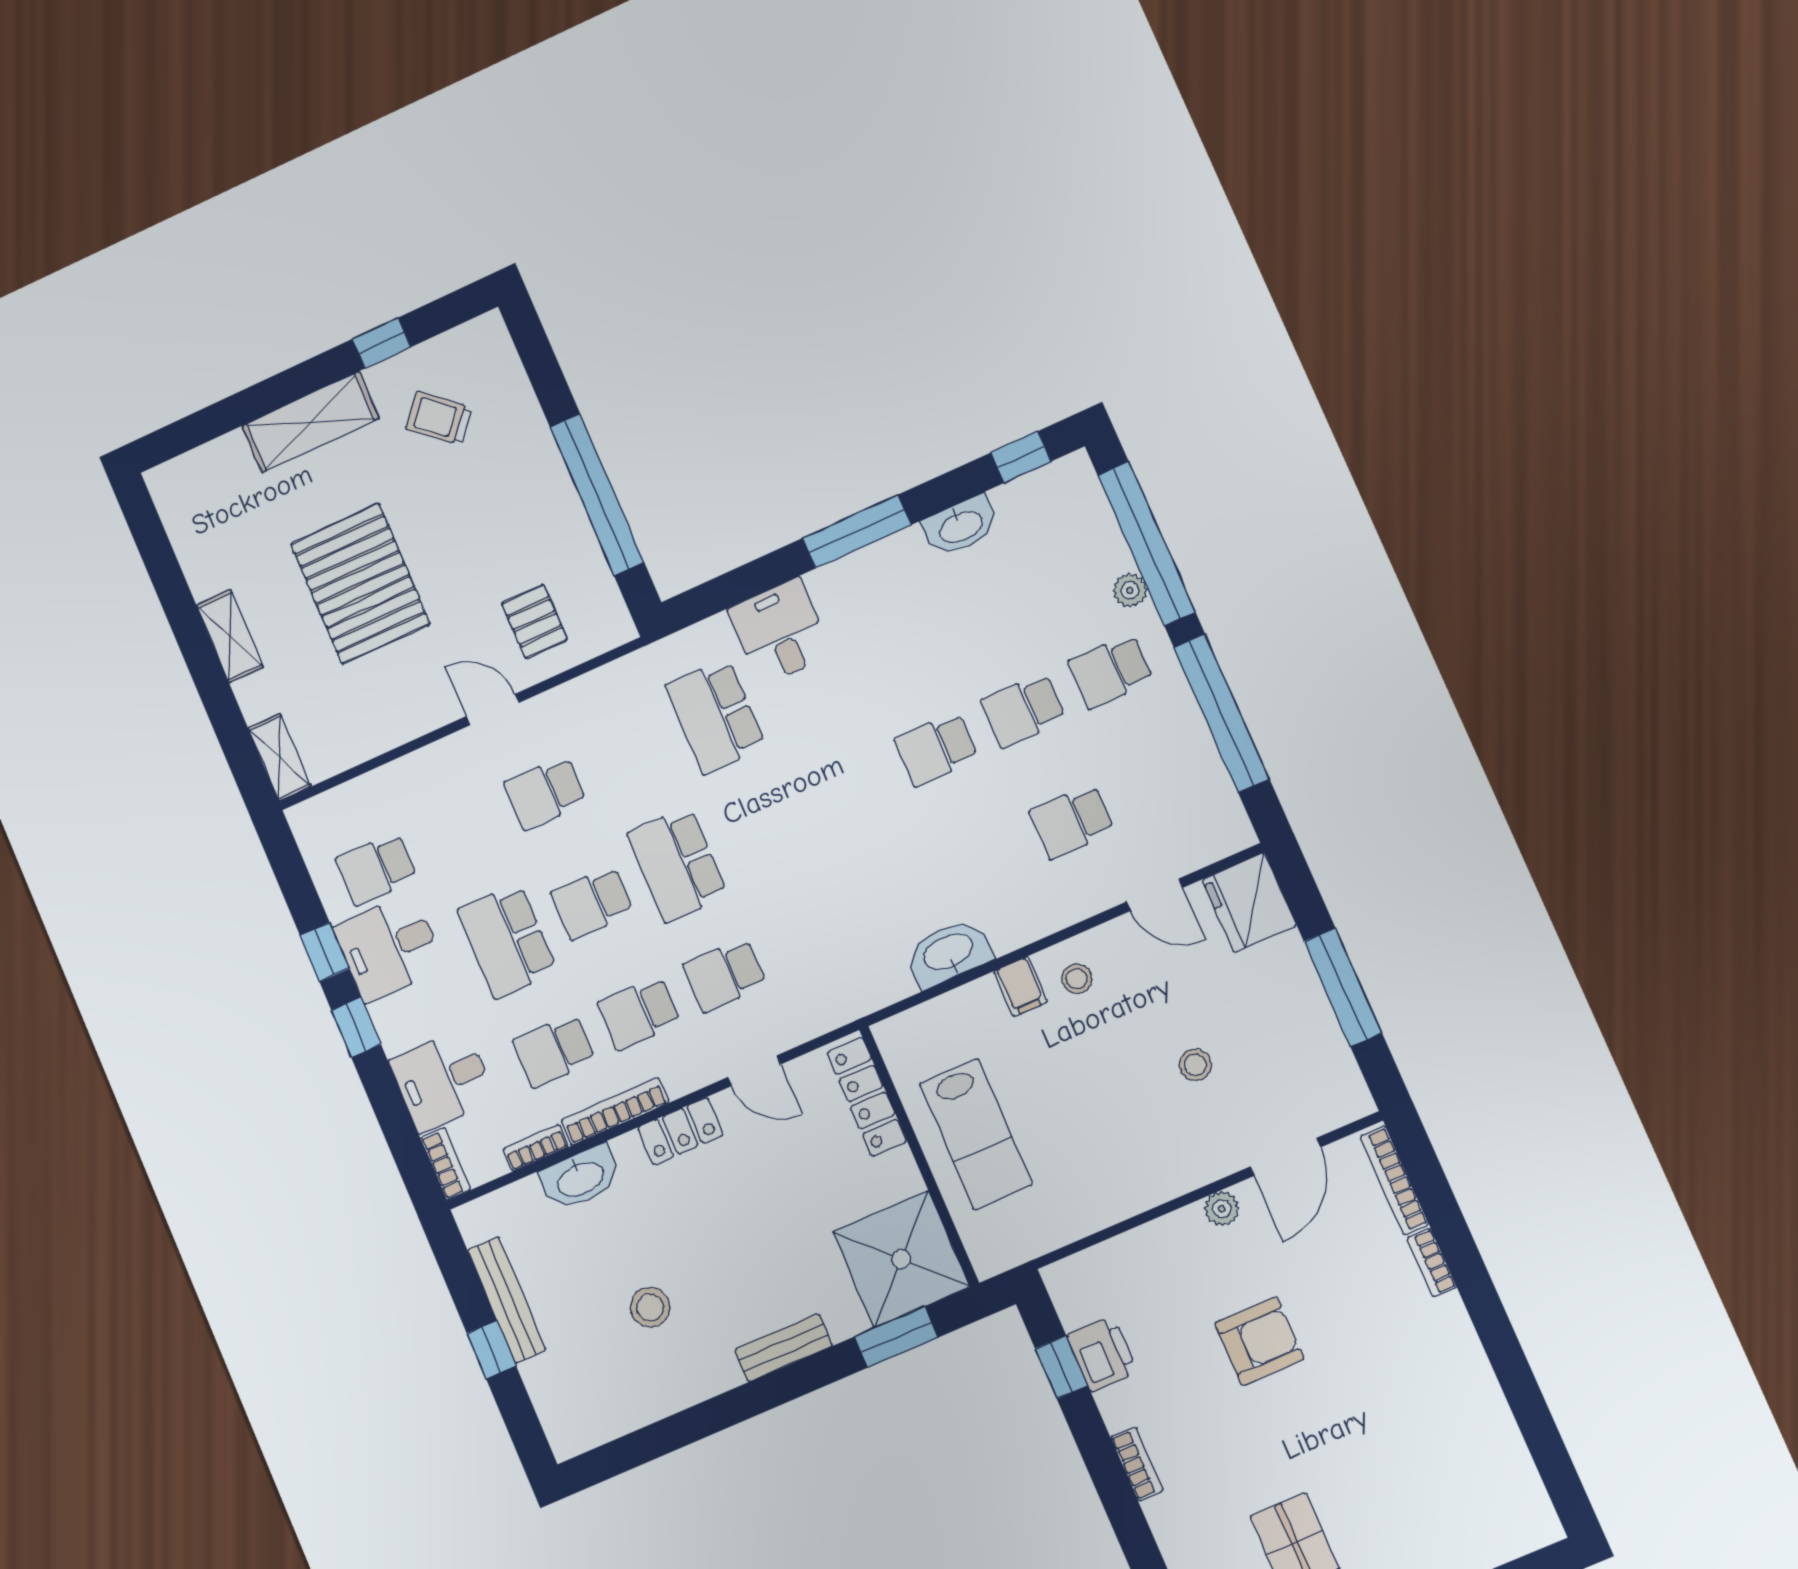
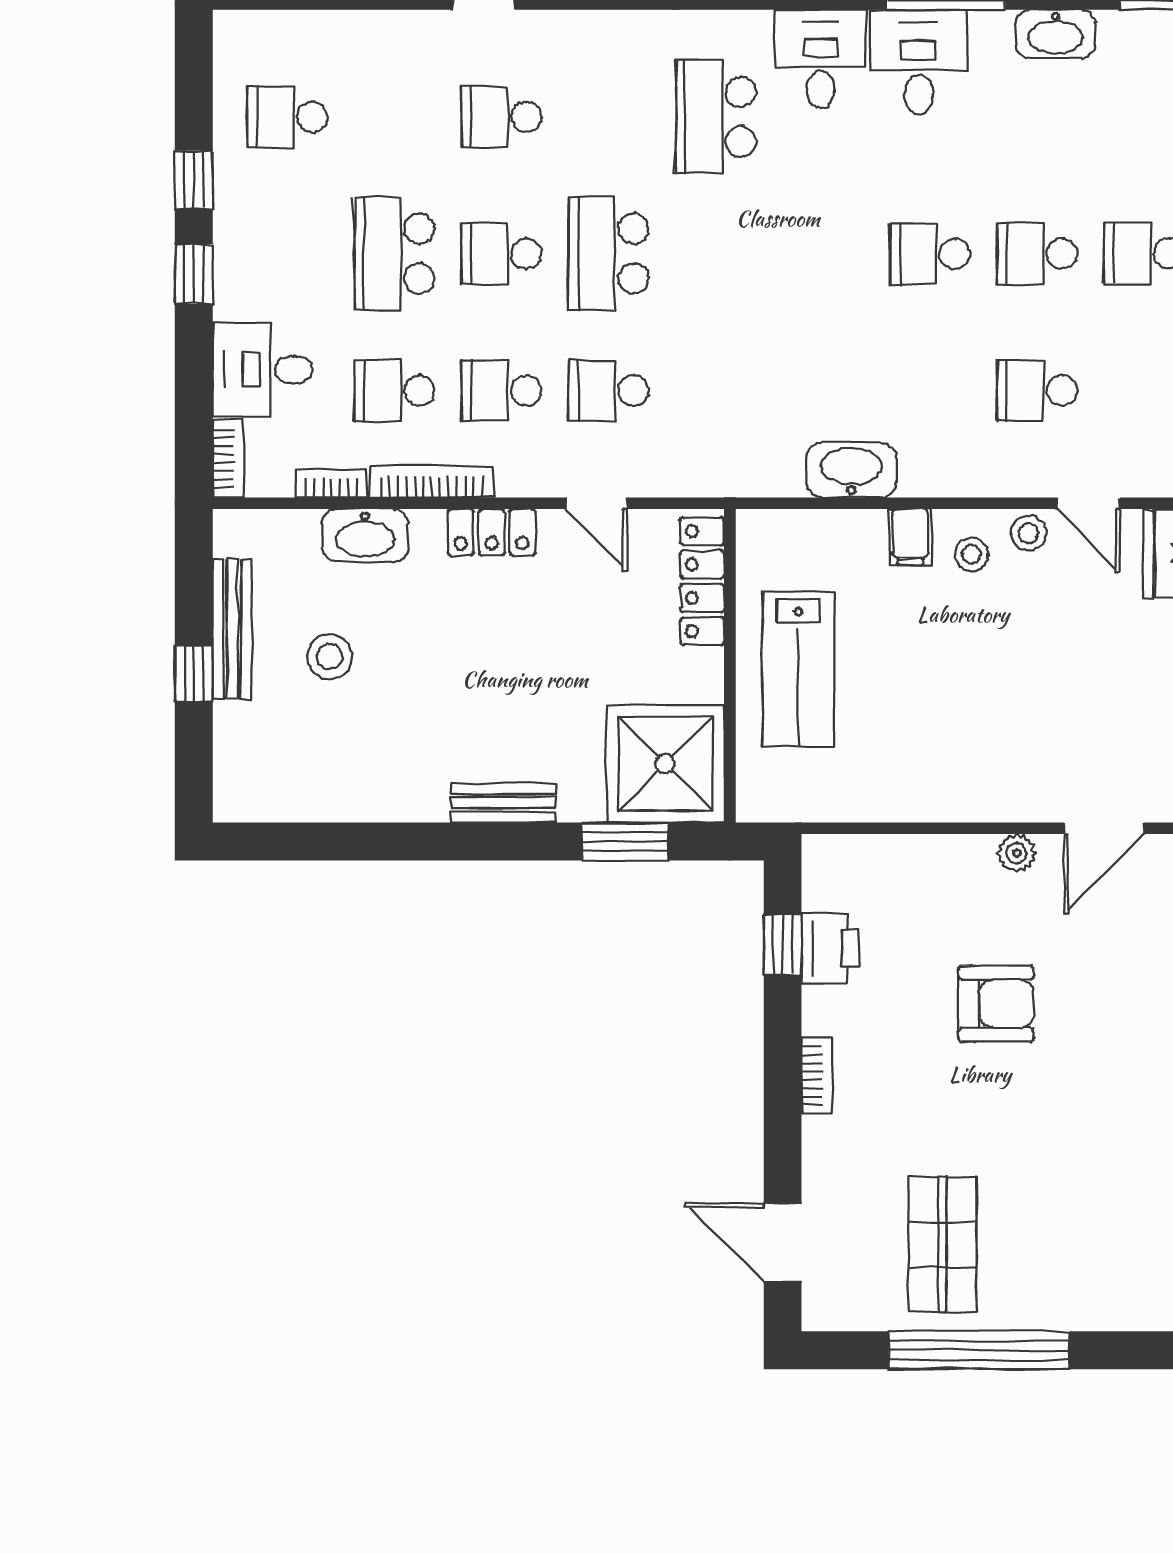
desk: (389, 948) -> (919, 62), moved, turned 90
stool: (1195, 1065) -> (1028, 533), moved
stool: (650, 1307) -> (330, 657), moved

